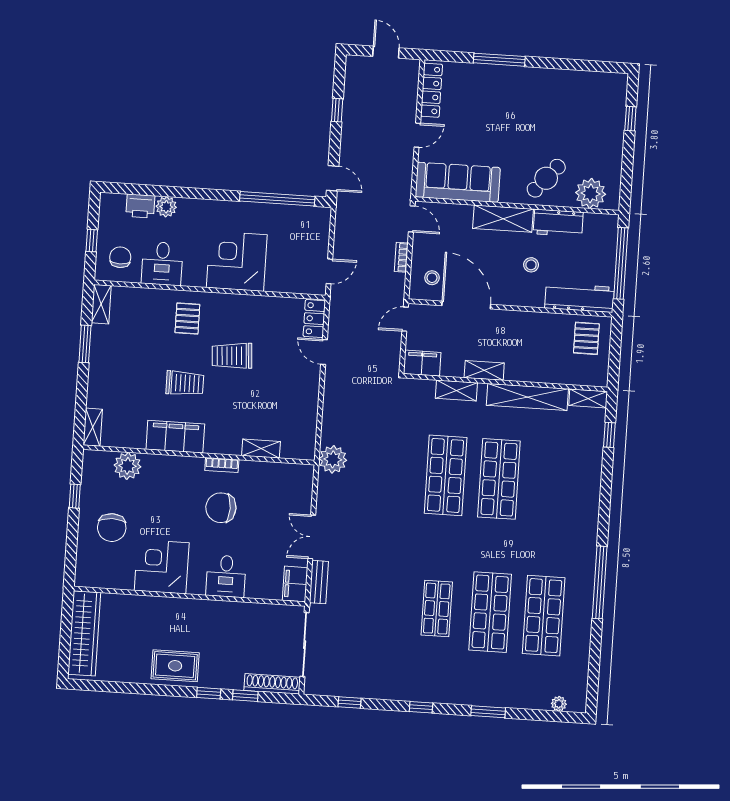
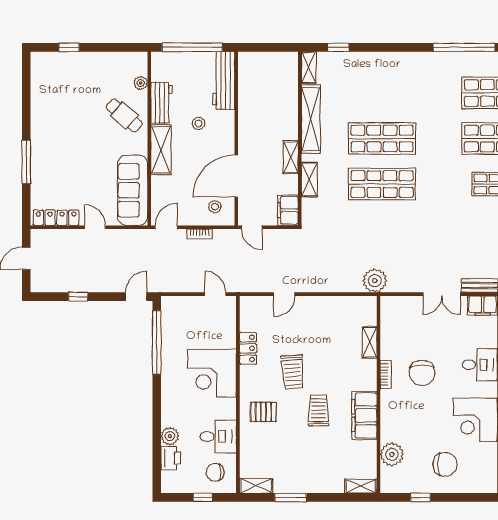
plant: (591, 193) -> (141, 83), width x0.53, depth x0.53
locker: (314, 319) -> (248, 348), moved, turned -90
pallet: (586, 338) -> (258, 72), removed

